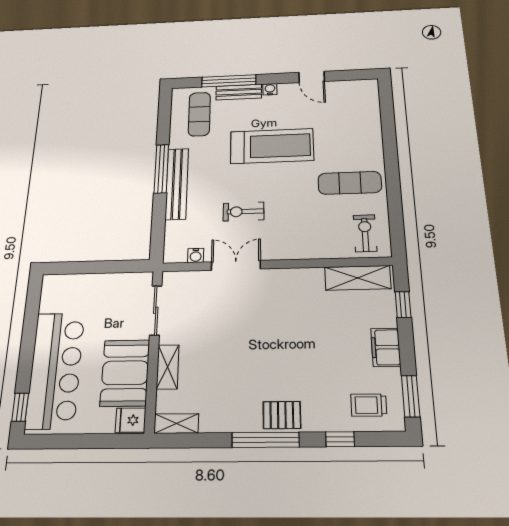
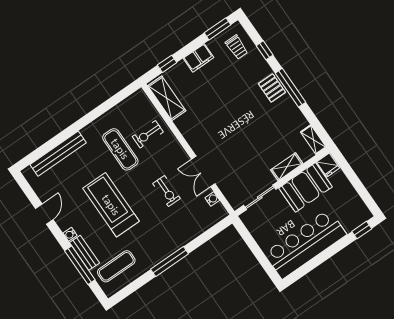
exercise mat: (350, 183) -> (120, 149), moved
bench: (177, 184) -> (58, 154), moved
exercise bike: (365, 233) -> (148, 134), moved
bar counter: (55, 370) -> (305, 244), moved

